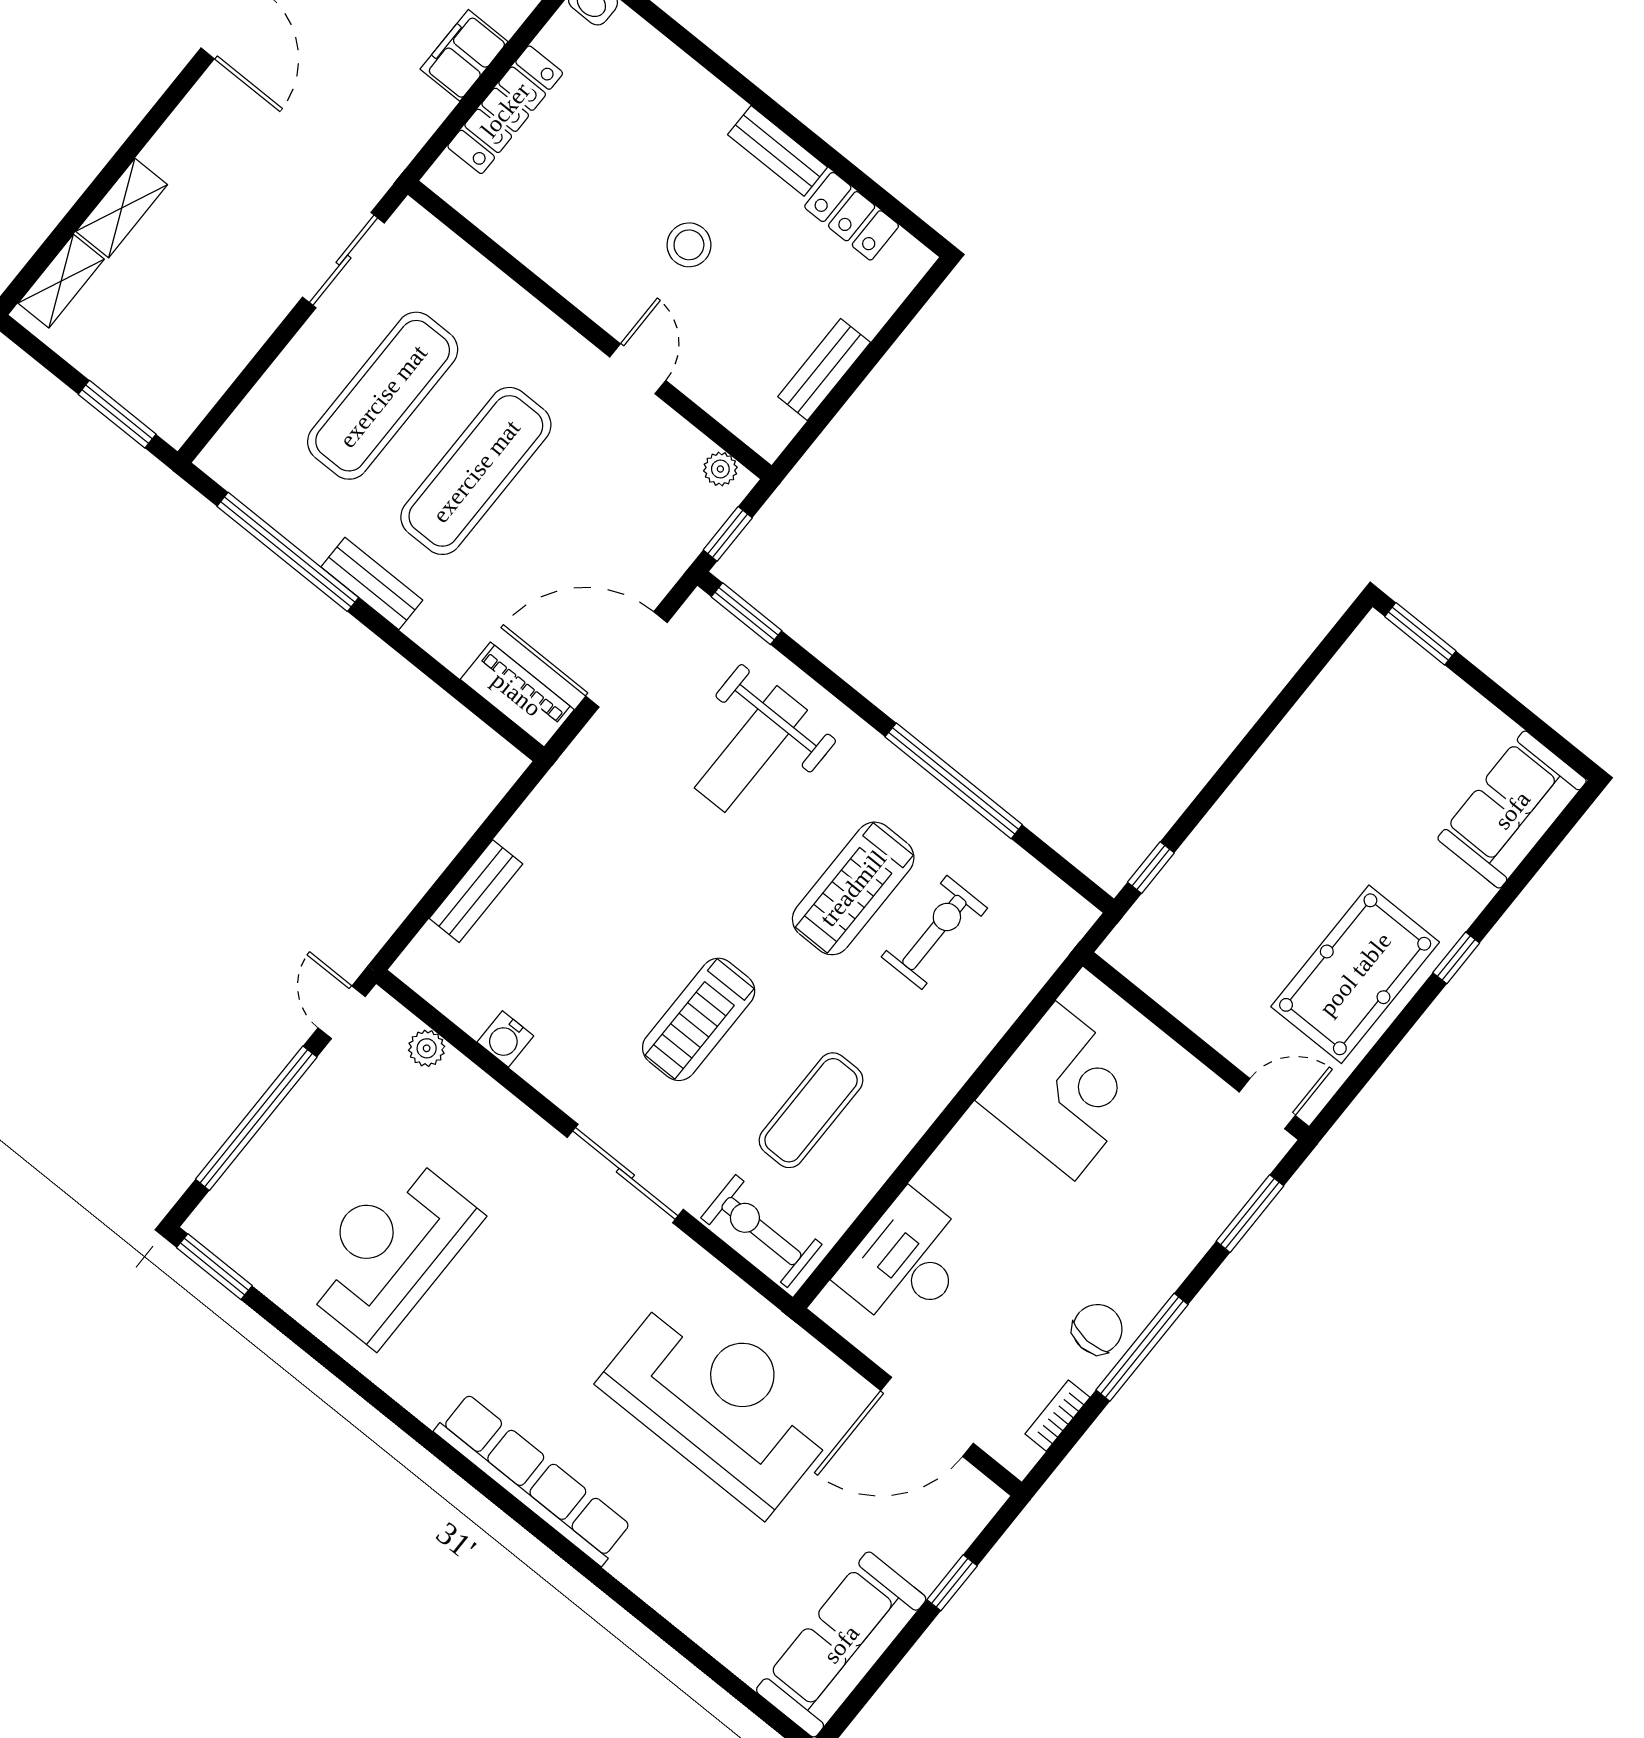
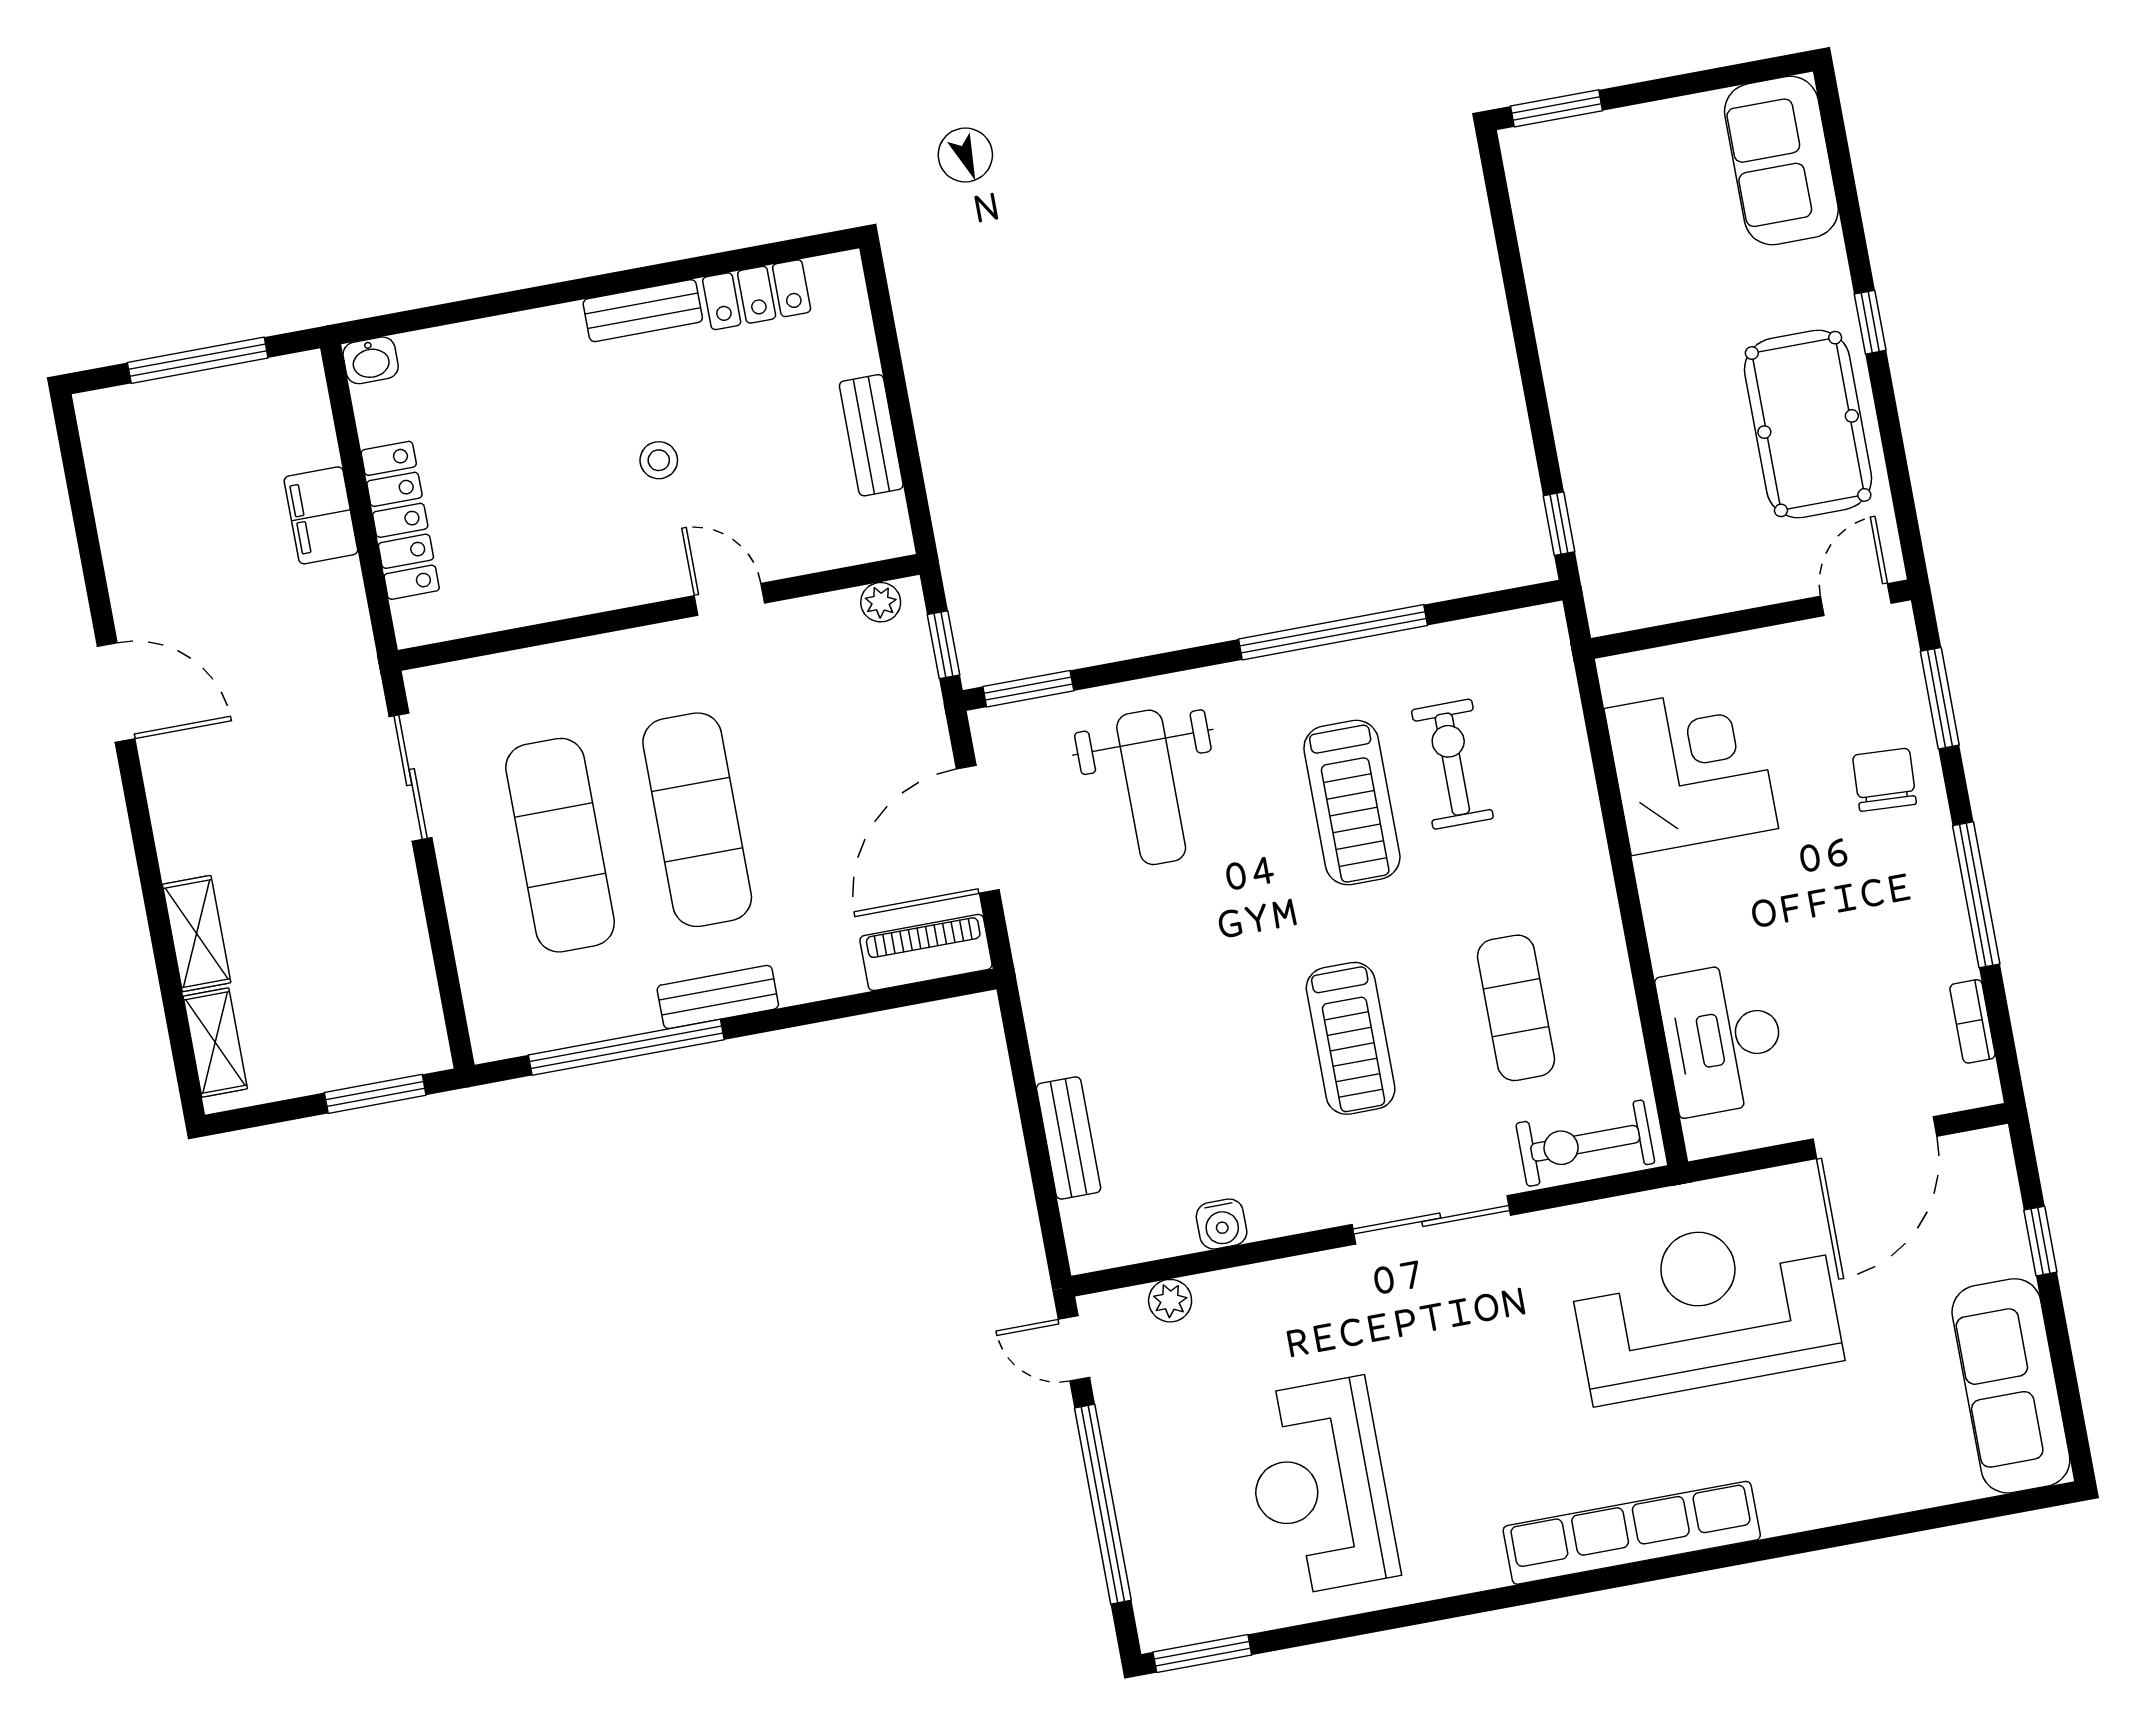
stool: (689, 245) -> (659, 460), width x0.73, depth x0.73
chair: (1097, 1329) -> (1884, 780), moved

